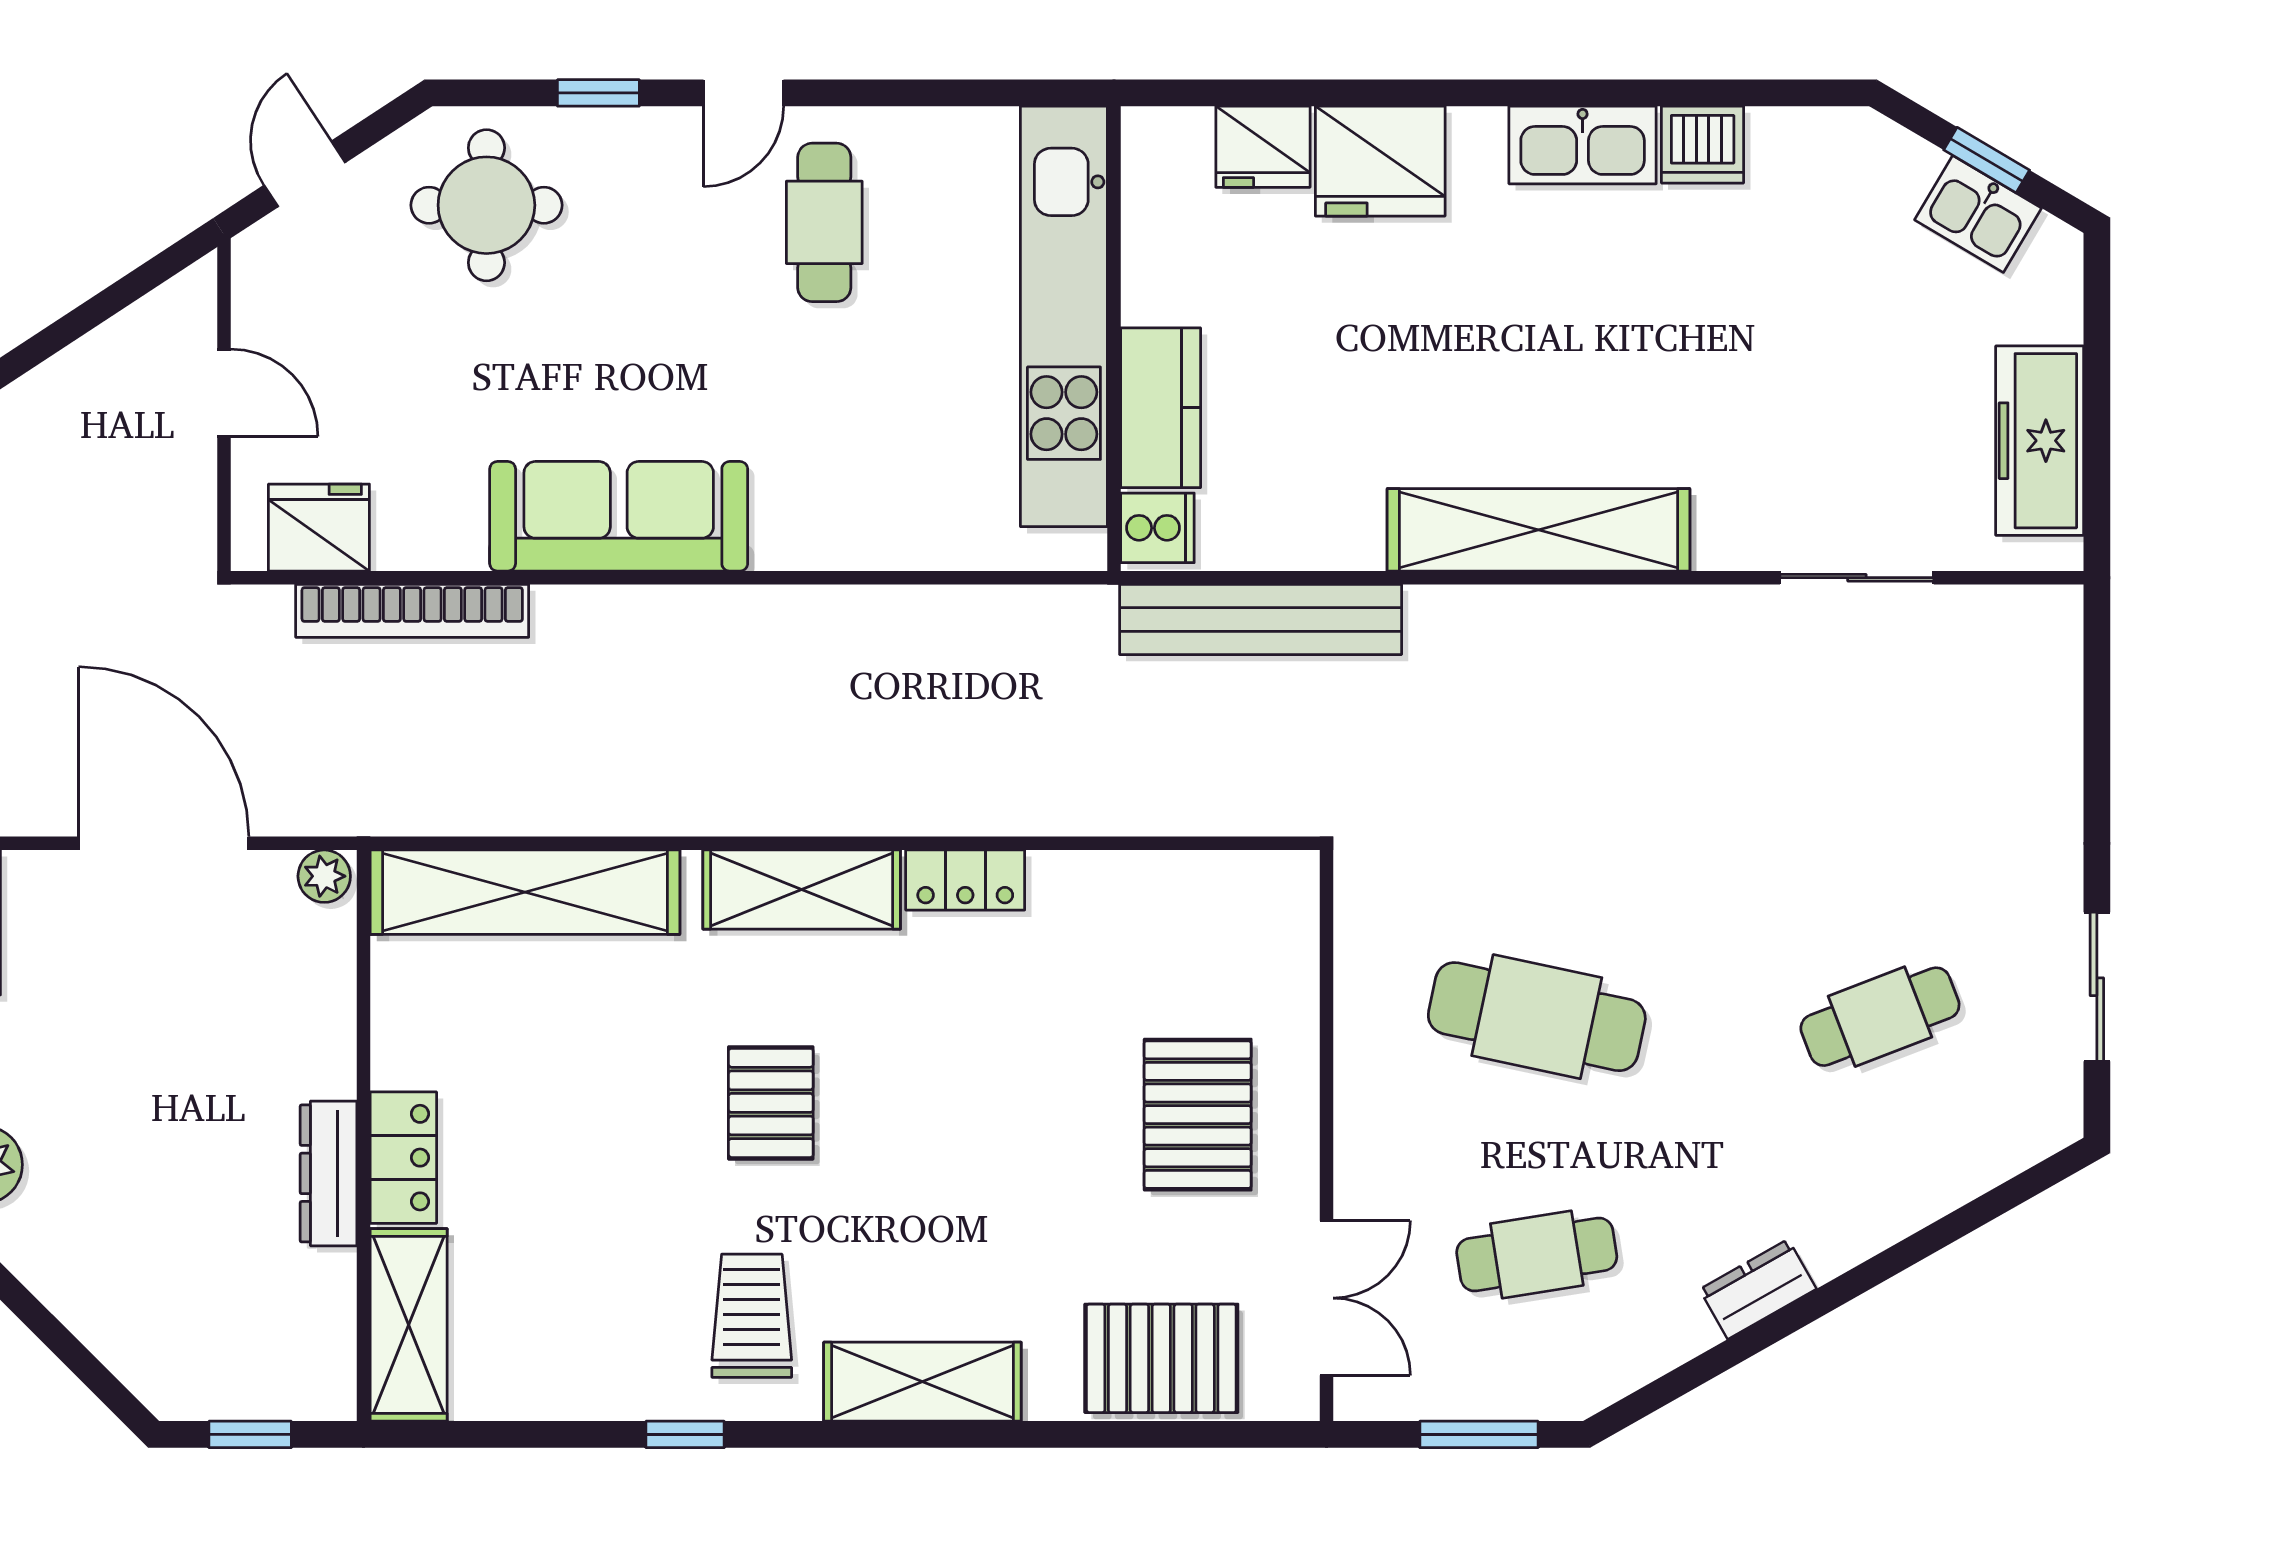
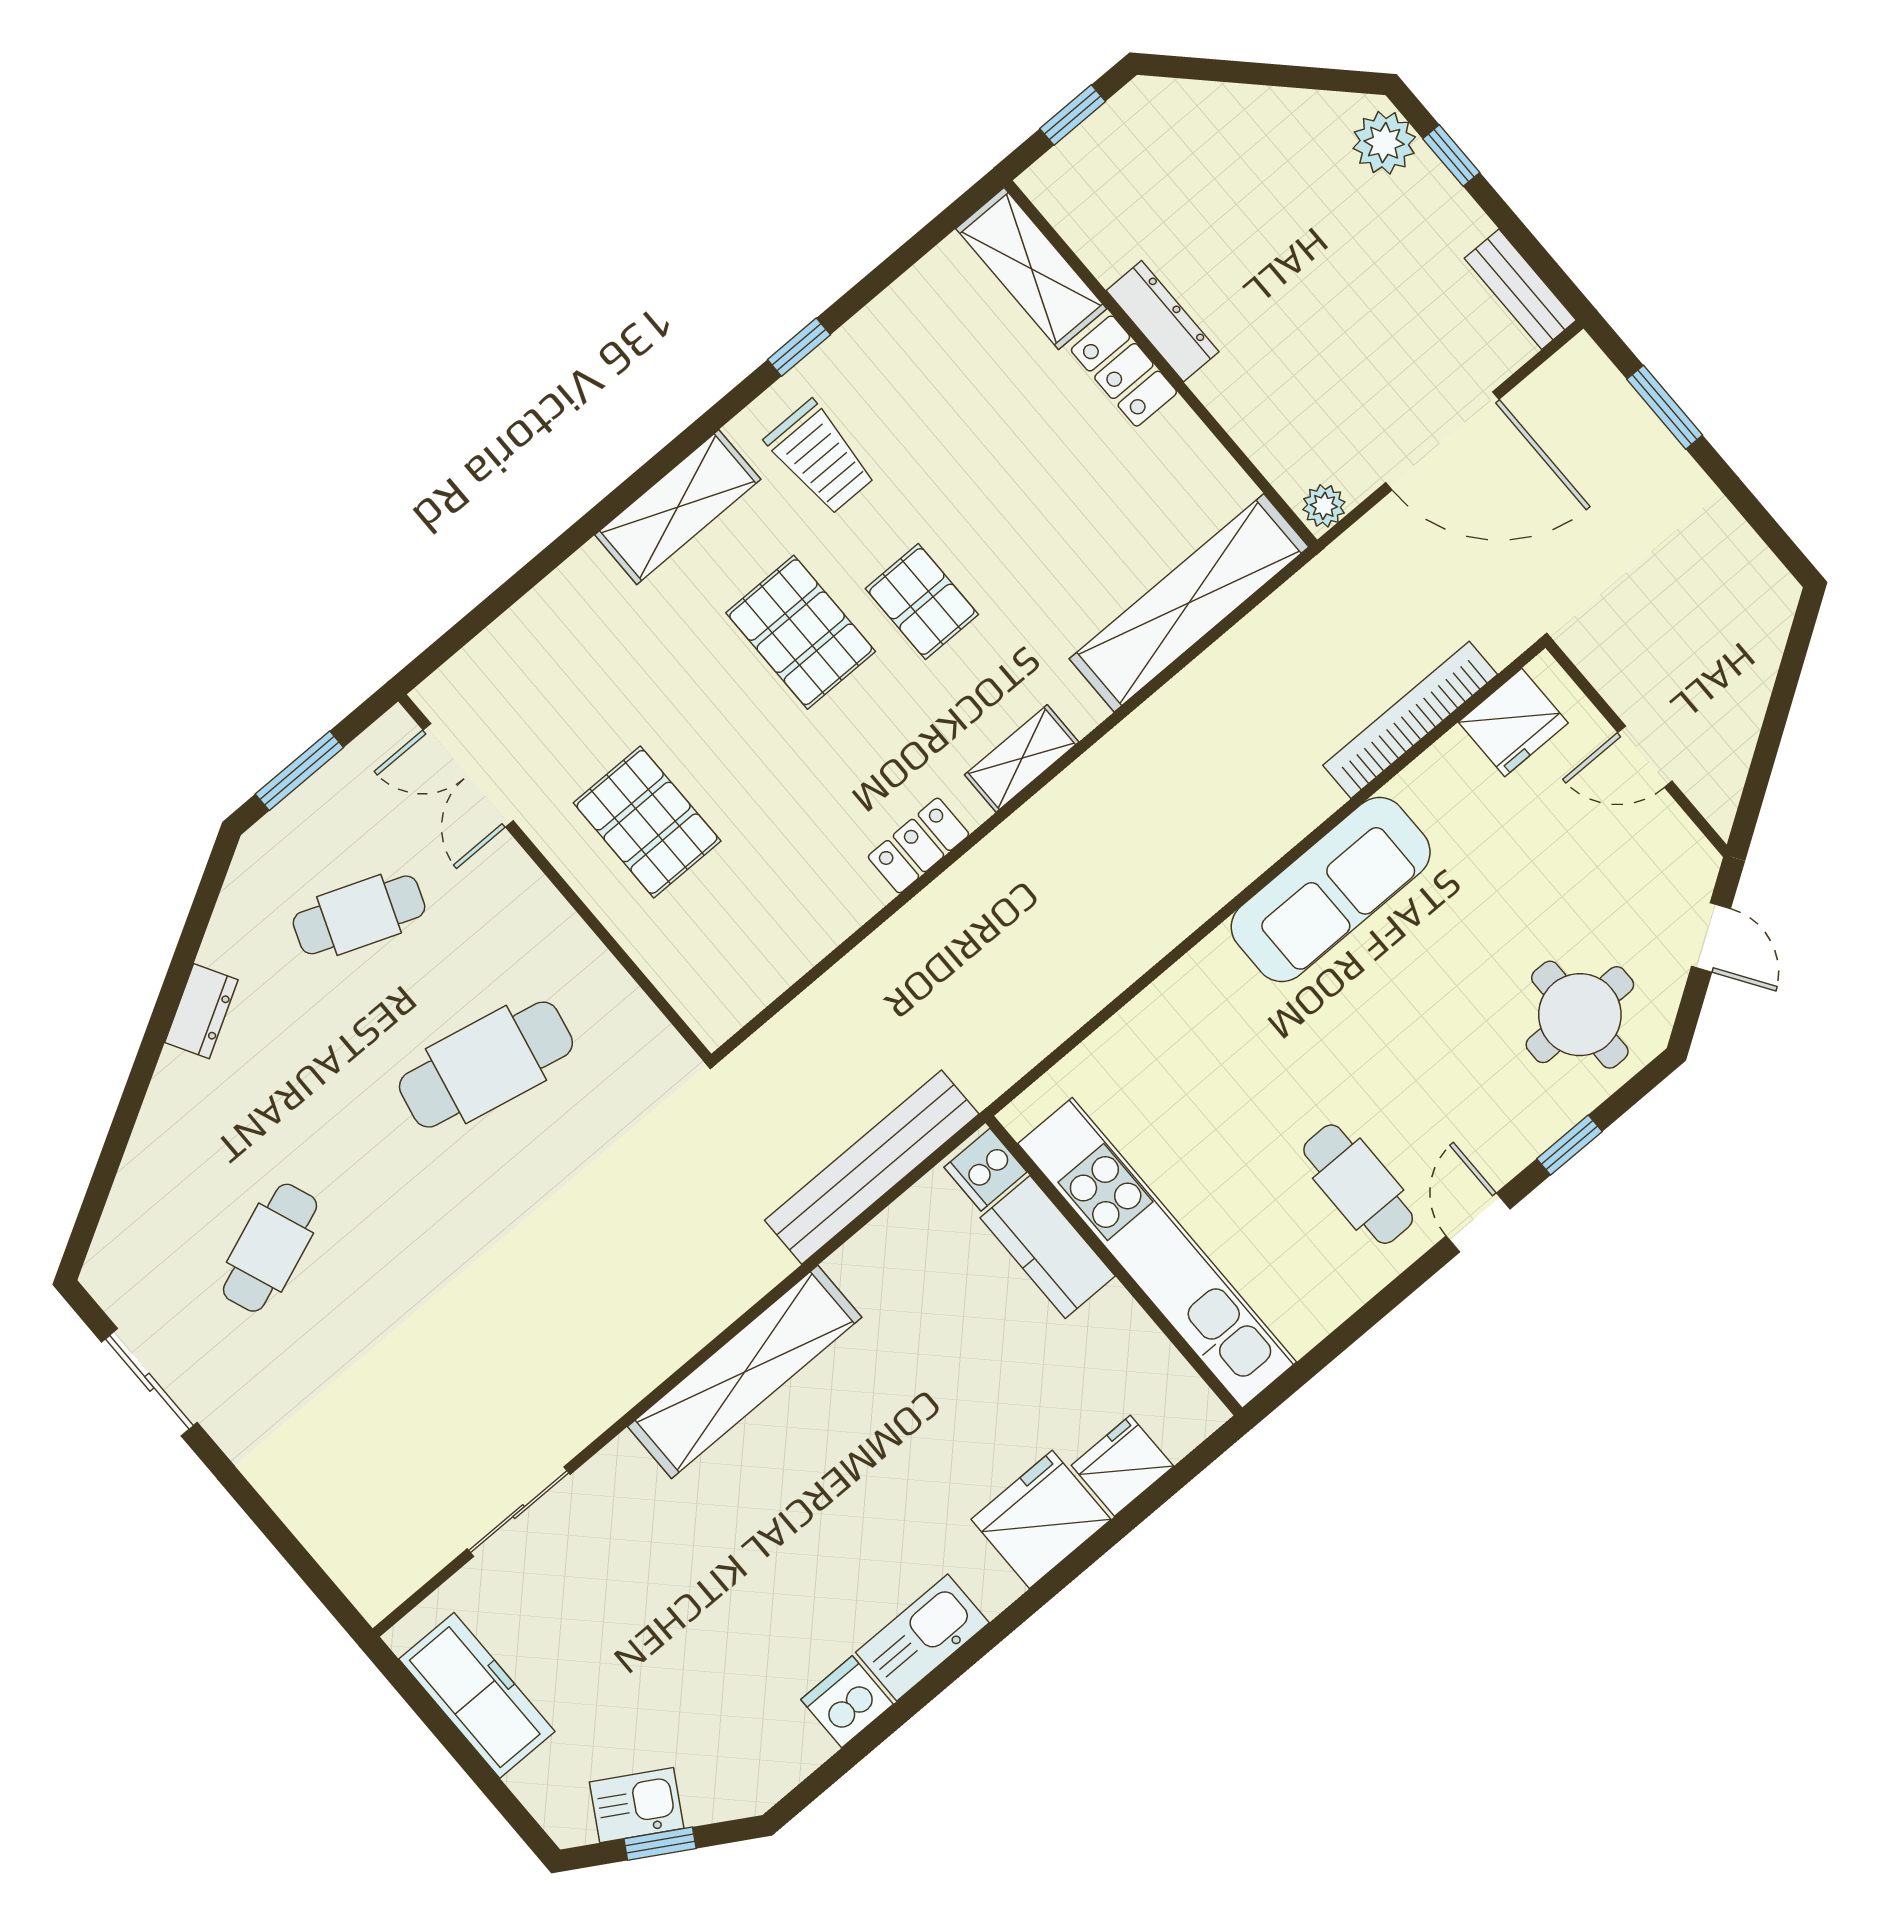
shelving: (802, 890) -> (1022, 758), width x0.67, depth x0.75
cafe table: (1537, 1255) -> (359, 915), turned 30
pallet: (1161, 1358) -> (801, 632), moved, turned 90

